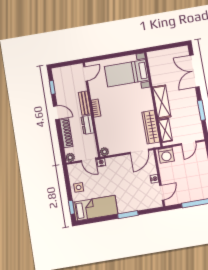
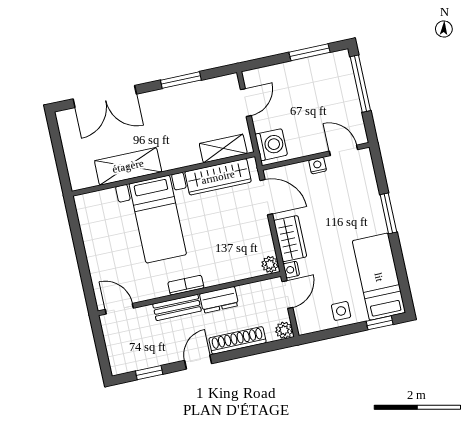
bed with nightstands: (127, 73) -> (158, 219), moved
shelving: (162, 102) -> (128, 166), moved
door: (189, 143) -> (246, 103), hinge flipped
wardrobe: (117, 163) -> (290, 239), added

